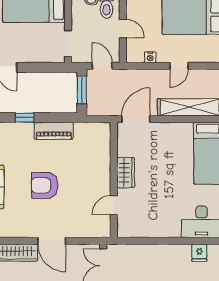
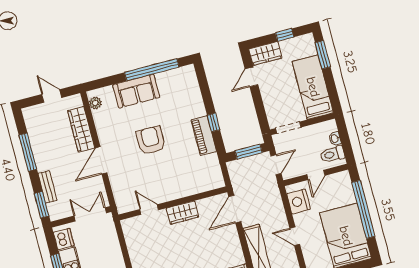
nightstand: (150, 57) -> (299, 201), width x1.89, depth x1.79
window: (24, 118) -> (214, 122), moved
door: (136, 119) -> (235, 209), swing flipped

